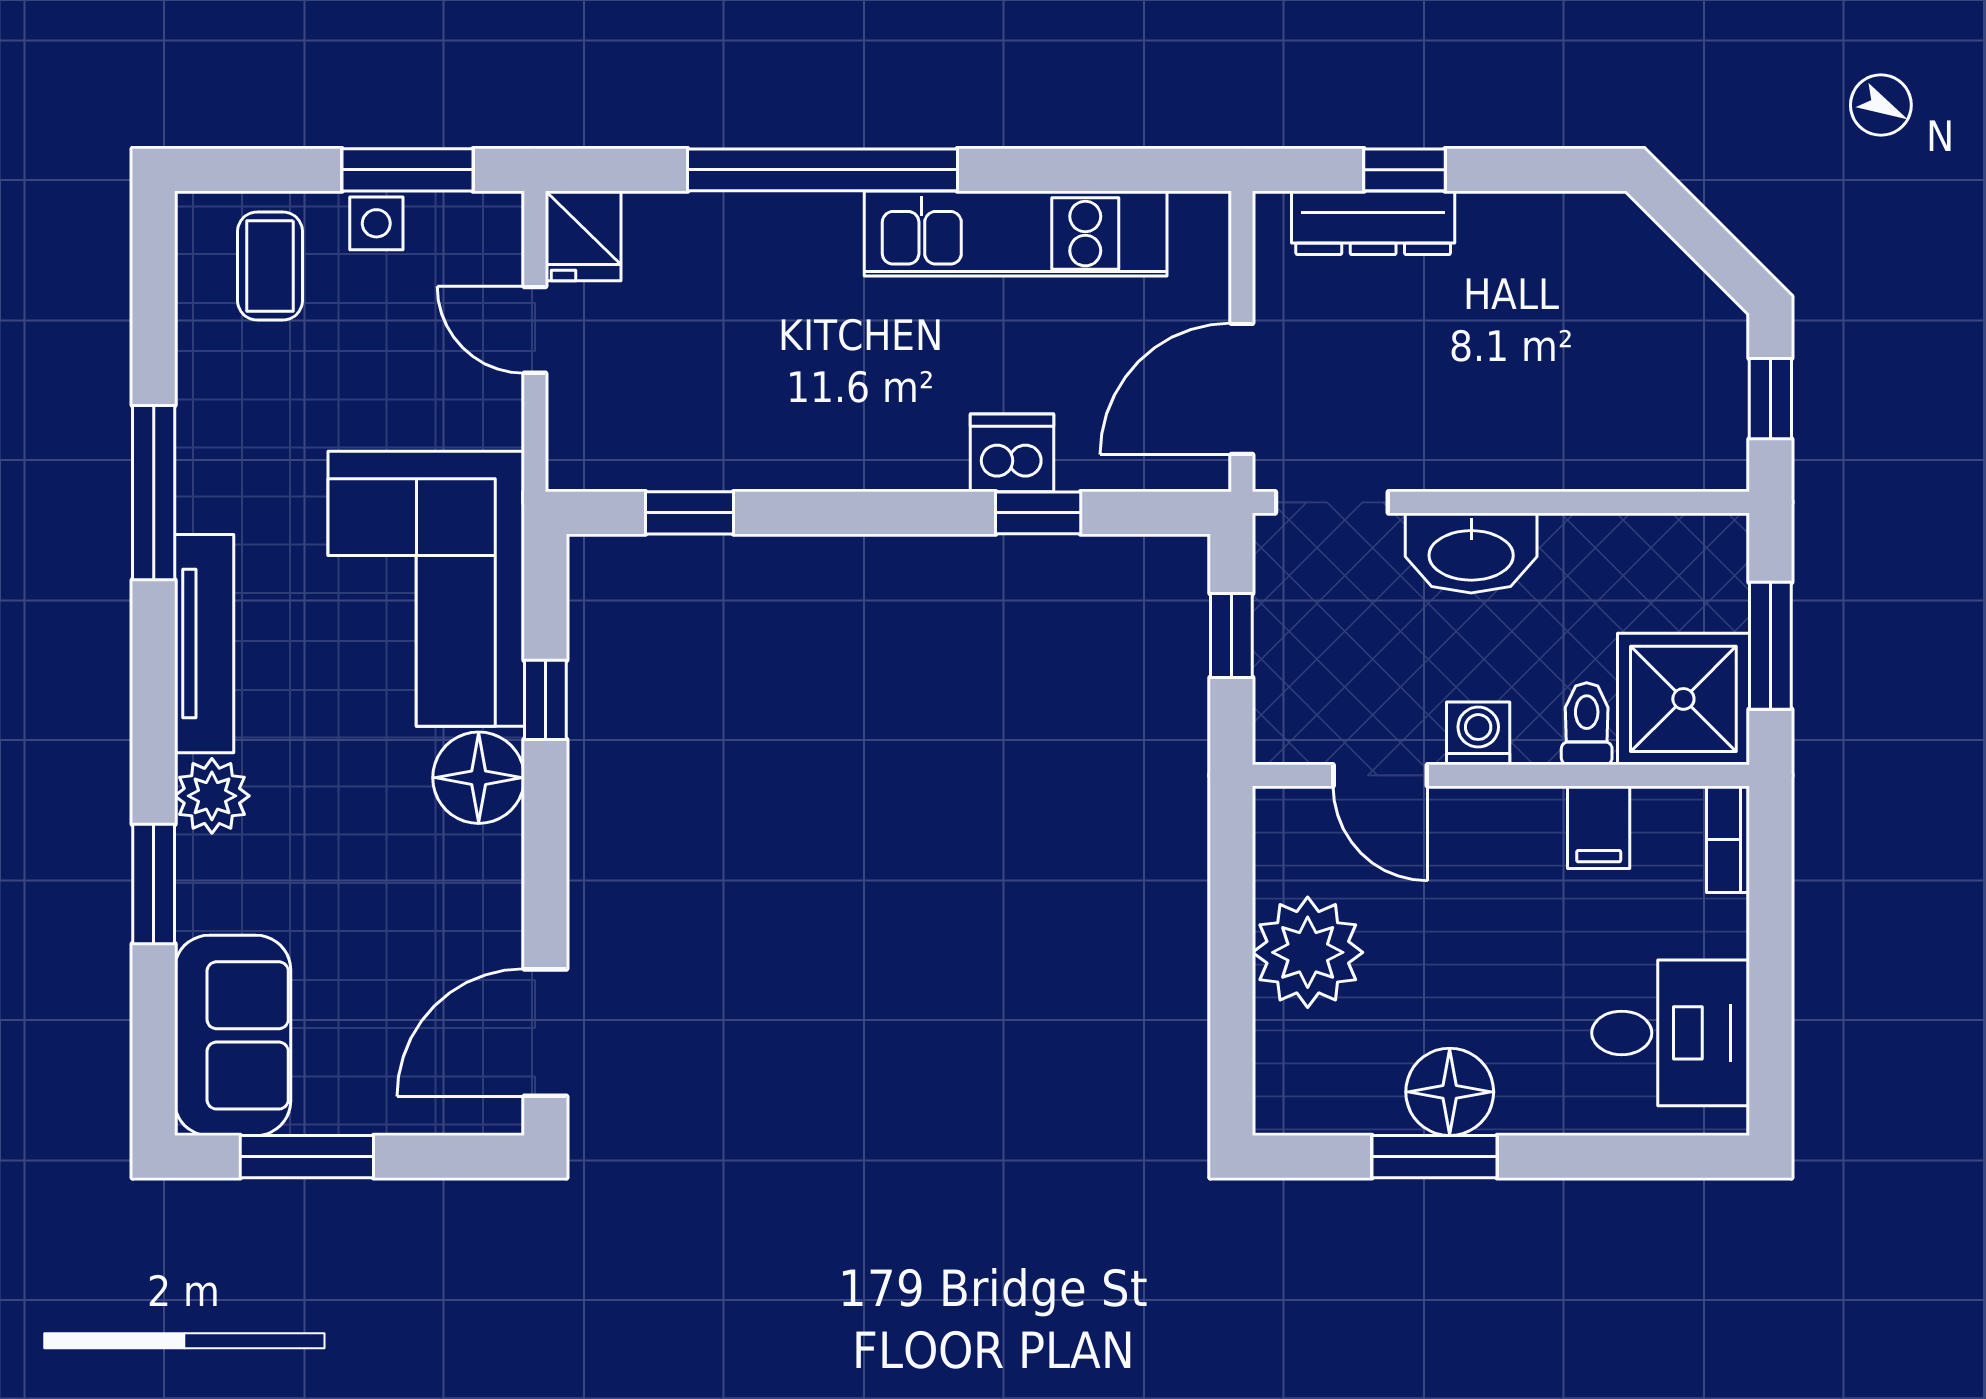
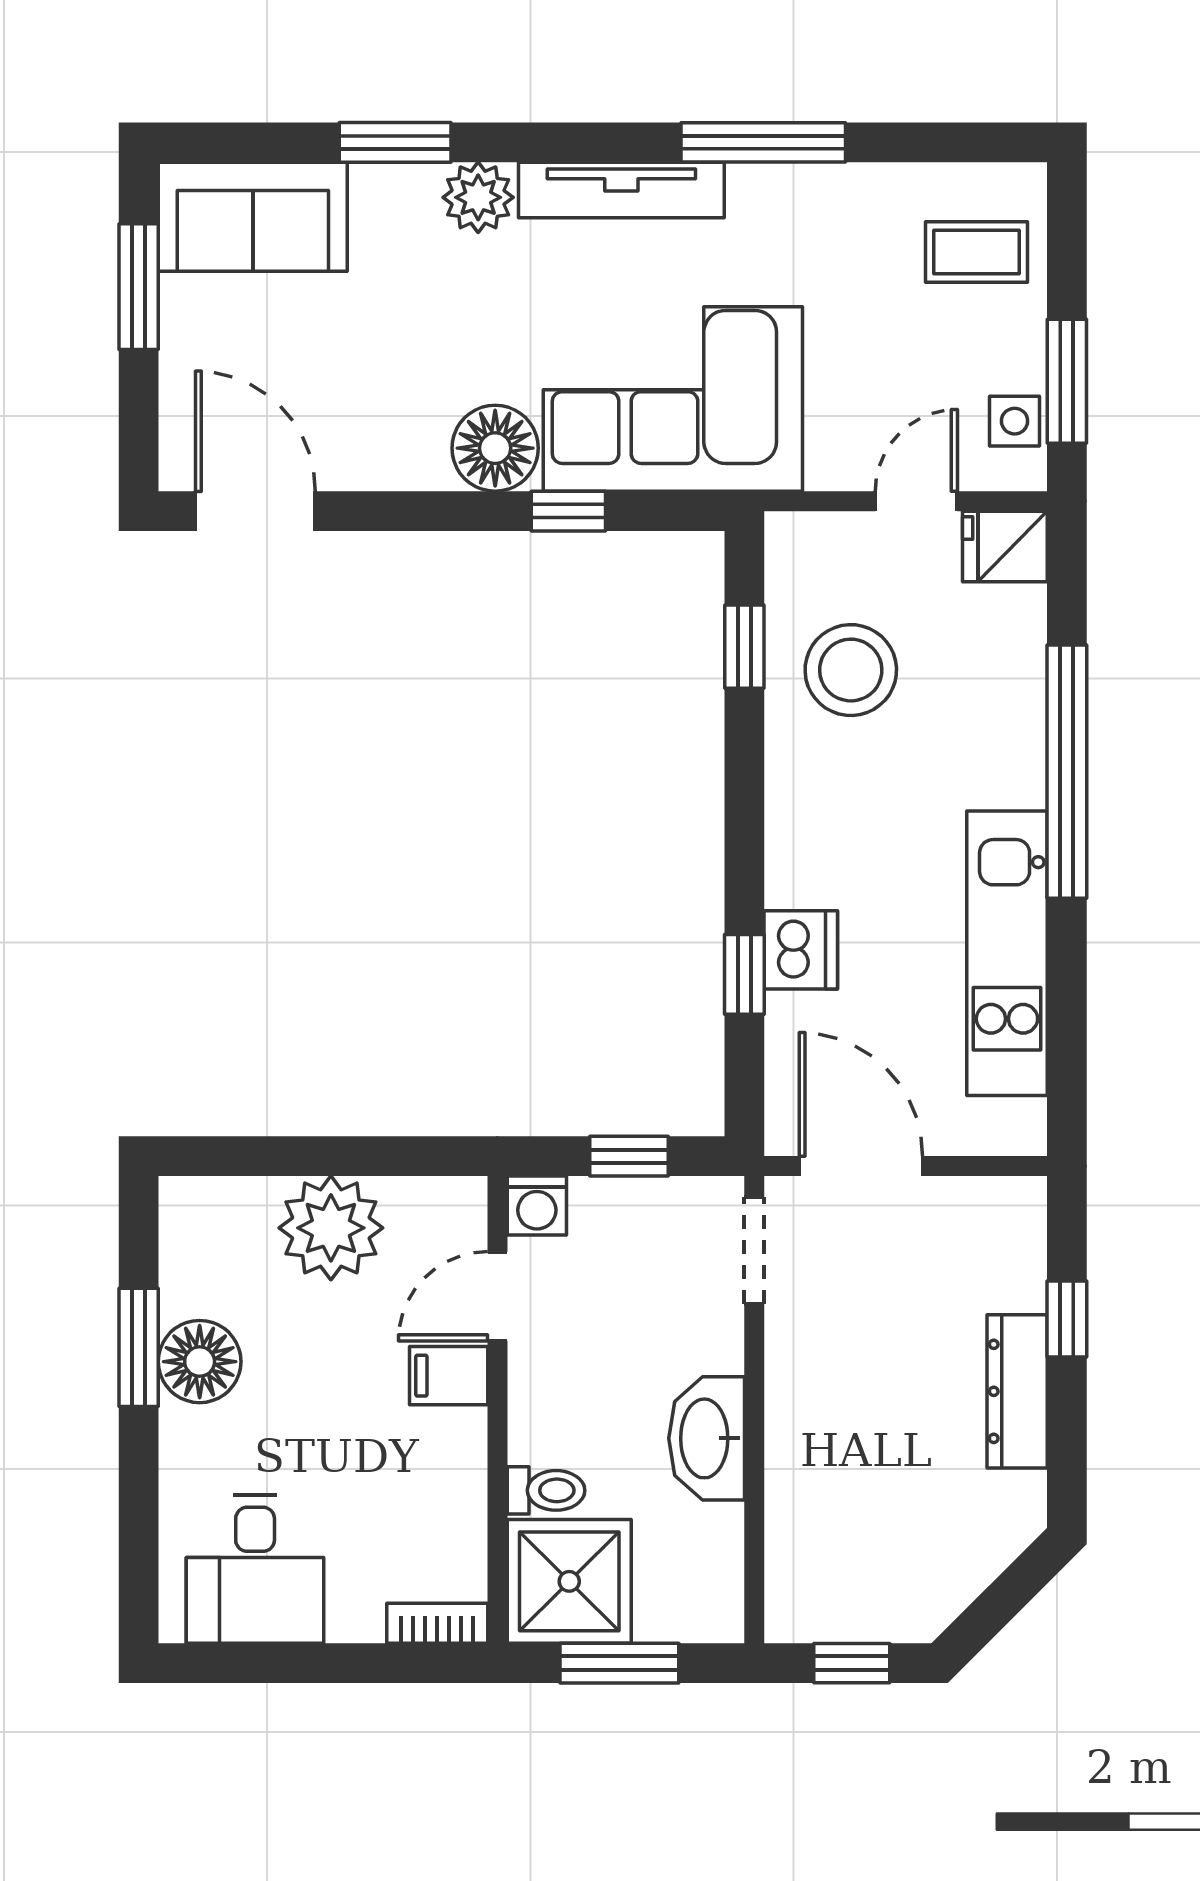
side table: (376, 223) -> (1015, 421), moved
dresser: (1373, 223) -> (1017, 1391), moved
stool: (715, 400) -> (851, 670), added
washbasin: (1471, 553) -> (707, 1438), moved
washing machine: (1478, 733) -> (537, 1206), moved, turned 90
filing cabinet: (1599, 827) -> (449, 1376), moved

